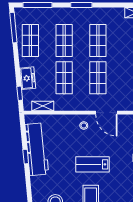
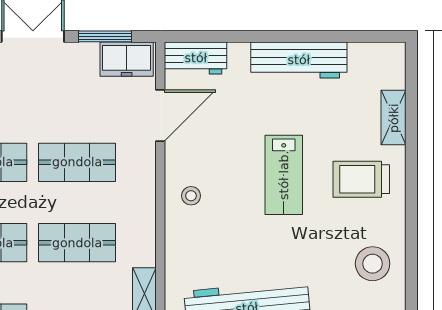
door: (106, 113) -> (160, 116), moved

